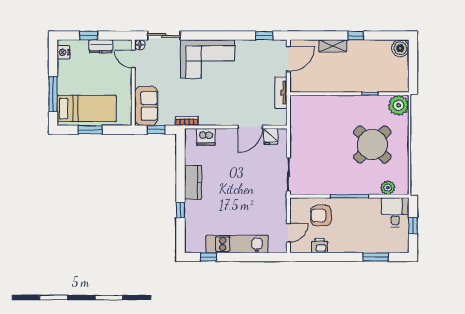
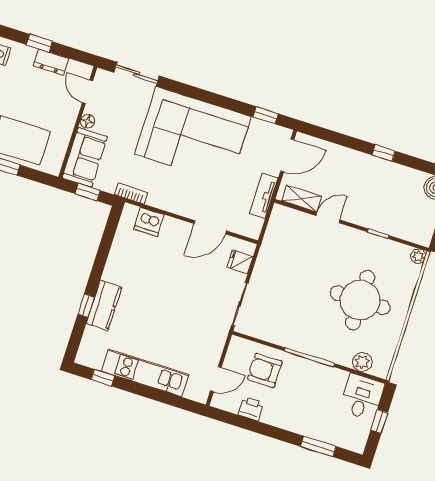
floor lamp: (140, 45) -> (87, 121), moved
shelving: (333, 46) -> (302, 199), moved
corner sofa: (208, 59) -> (193, 135), width x1.36, depth x1.36
door: (331, 94) -> (328, 218), added
plant: (399, 105) -> (418, 256), width x0.53, depth x0.53
fridge: (271, 136) -> (240, 262), moved, turned 90
round table: (372, 145) -> (360, 300), turned 45
kitchen counter: (193, 182) -> (104, 305), moved

